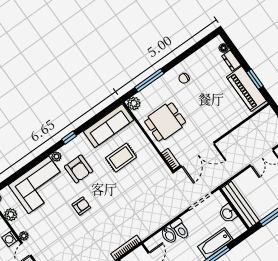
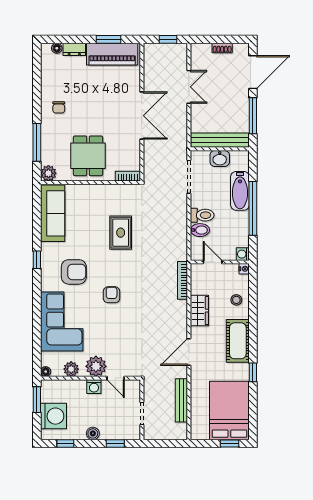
double door: (198, 154) -> (142, 116), moved
plant: (56, 157) -> (46, 285), removed
rug: (121, 158) -> (121, 233), moved
plant: (24, 236) -> (96, 366), width x1.88, depth x1.88

